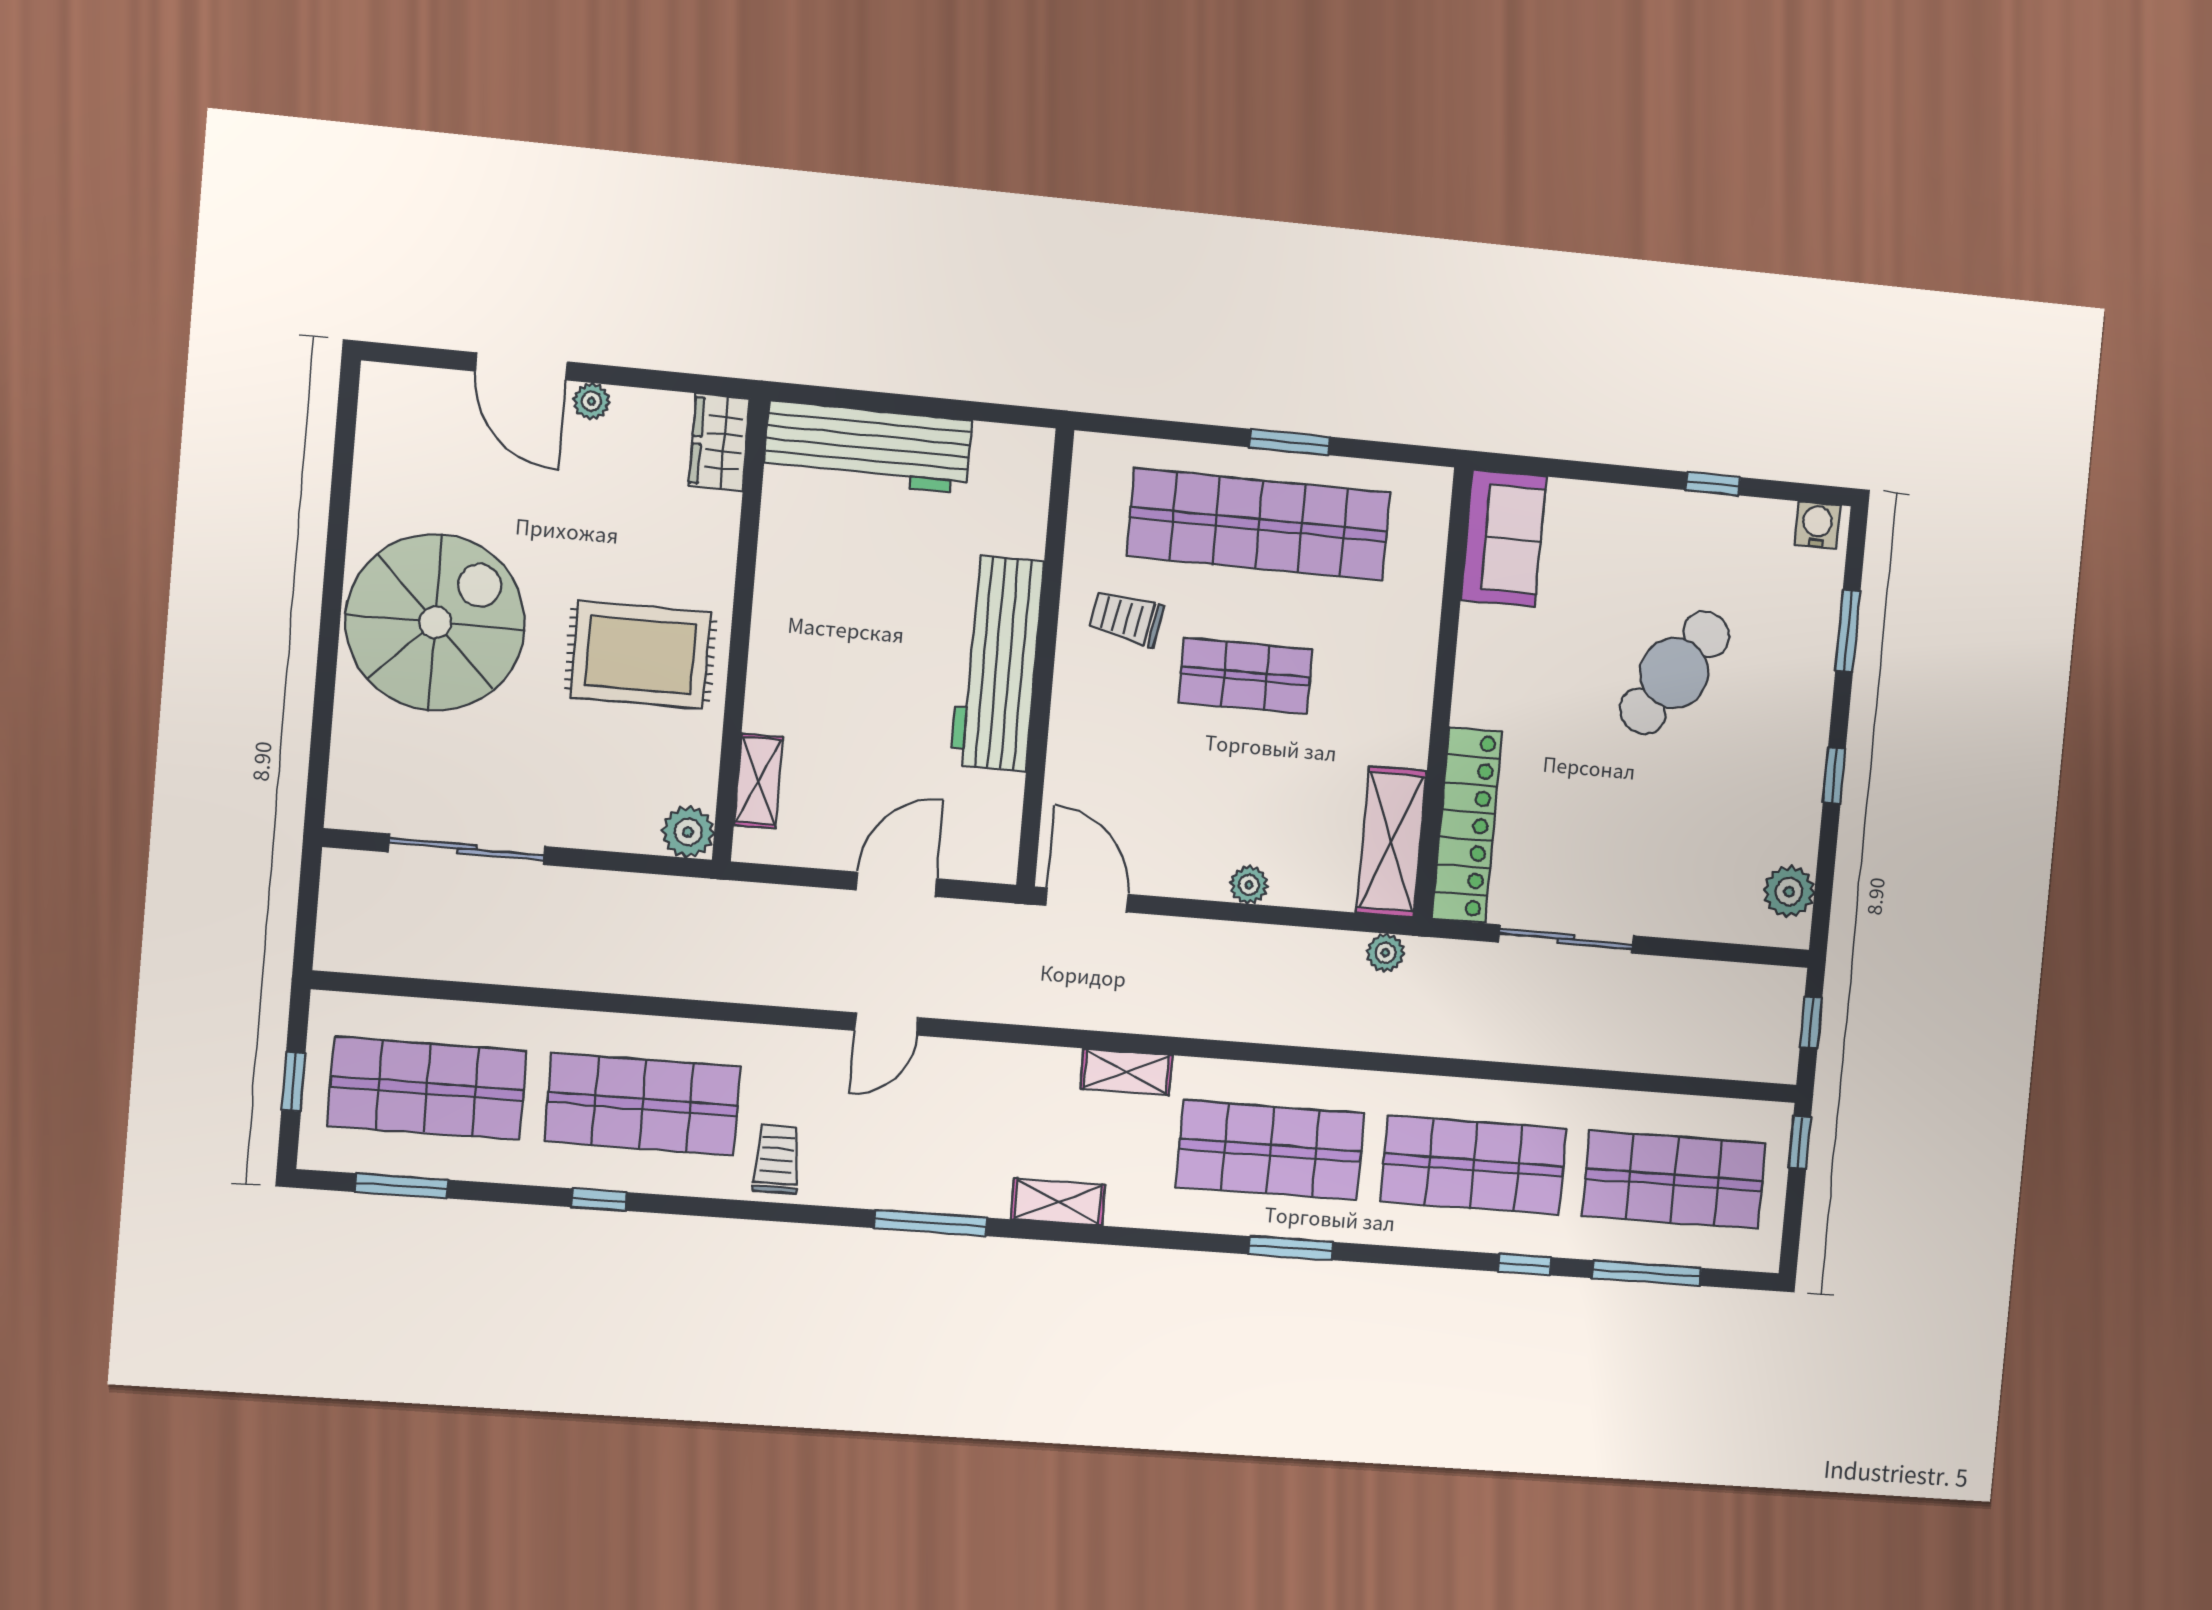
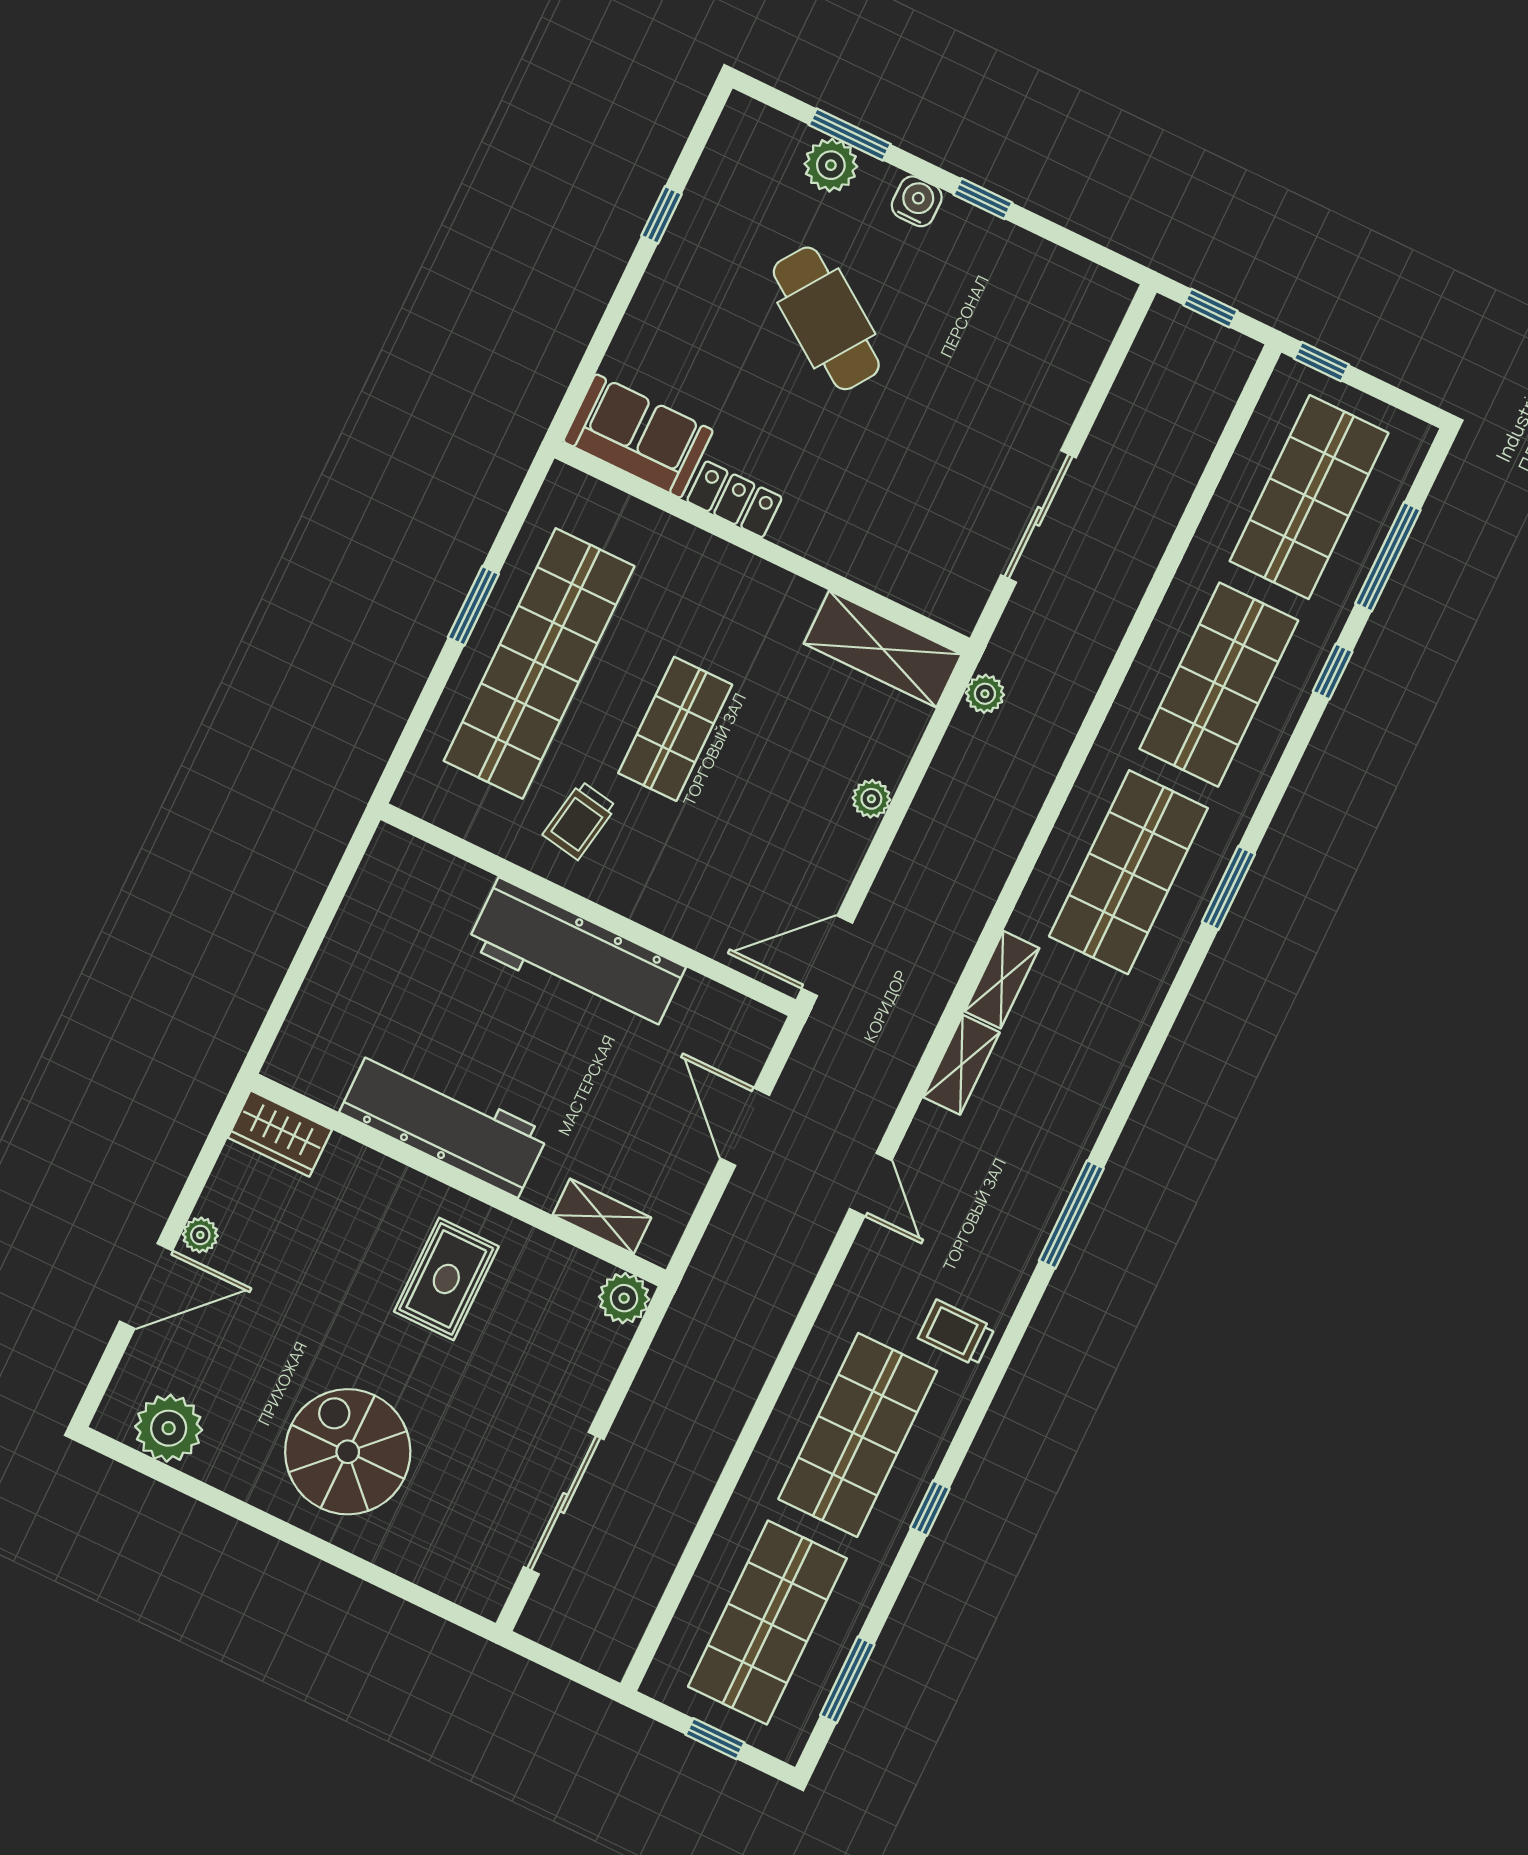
plant: (390, 439) -> (169, 1428), added
workbench: (868, 447) -> (444, 1123), moved, turned -90
water cooler: (1818, 525) -> (917, 201), moved, turned 90
spiral stairs: (435, 622) -> (348, 1452), width x0.73, depth x0.73
rug: (641, 655) -> (446, 1279), width x0.73, depth x0.70
locker: (1467, 825) -> (734, 499), moved, width x0.46, depth x0.83
plant: (1789, 892) -> (831, 165), moved
shelving: (1058, 1202) -> (961, 1065), moved

